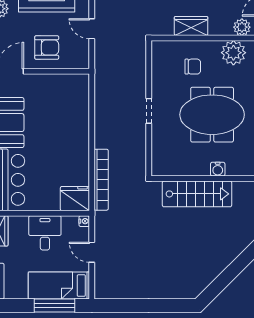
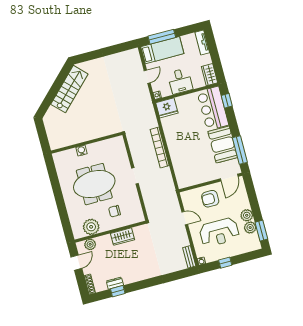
bookcase: (101, 180) -> (160, 148), moved
stairs: (197, 194) -> (69, 89), moved, turned 135
door: (92, 252) -> (147, 77), hinge flipped

